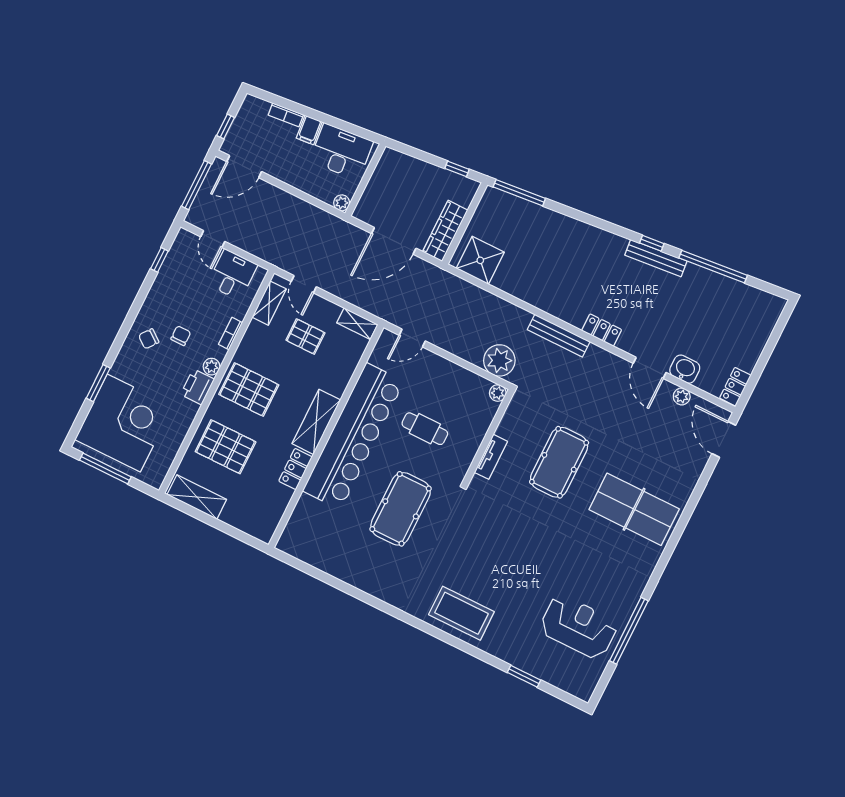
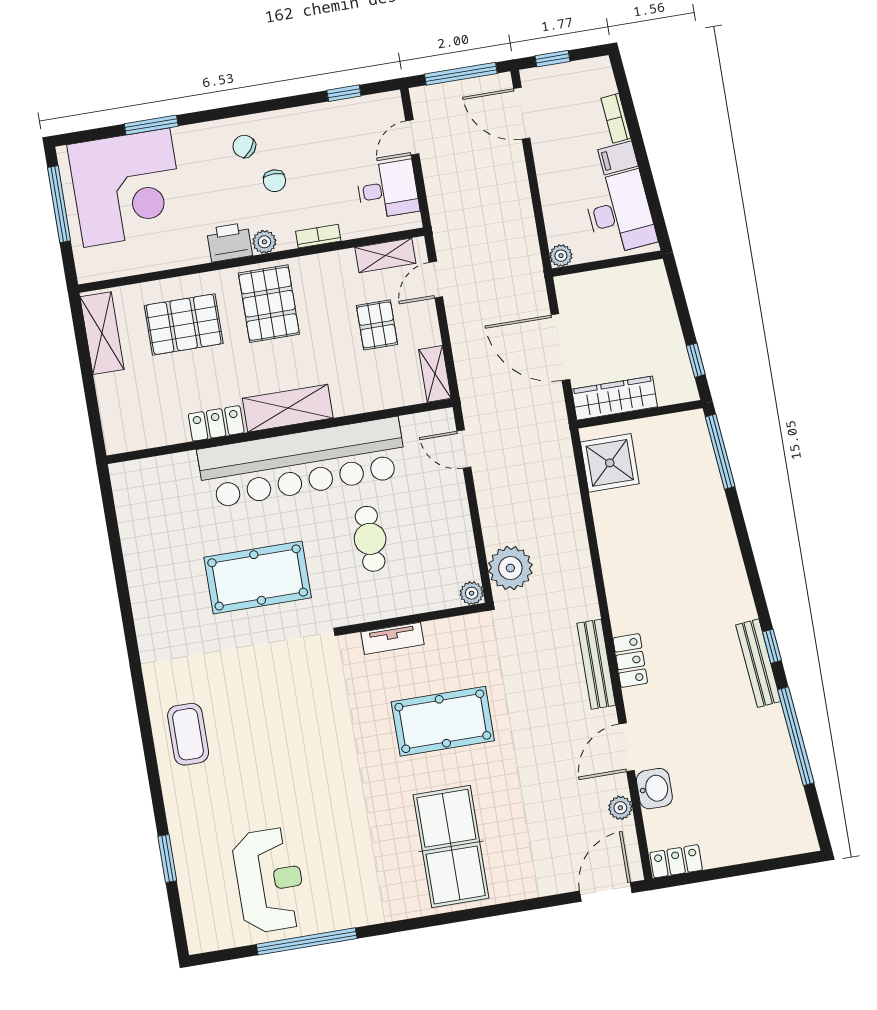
chair: (181, 336) -> (274, 181), turned 90
bench: (559, 336) -> (596, 664), moved
pallet: (226, 447) -> (184, 324), turned 90
coffee table: (461, 613) -> (188, 734), width x0.73, depth x0.76

